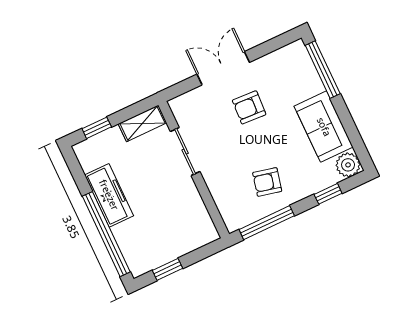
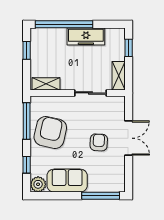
armchair: (267, 182) -> (50, 132), width x1.88, depth x1.88
shelving: (202, 220) -> (46, 84), added

